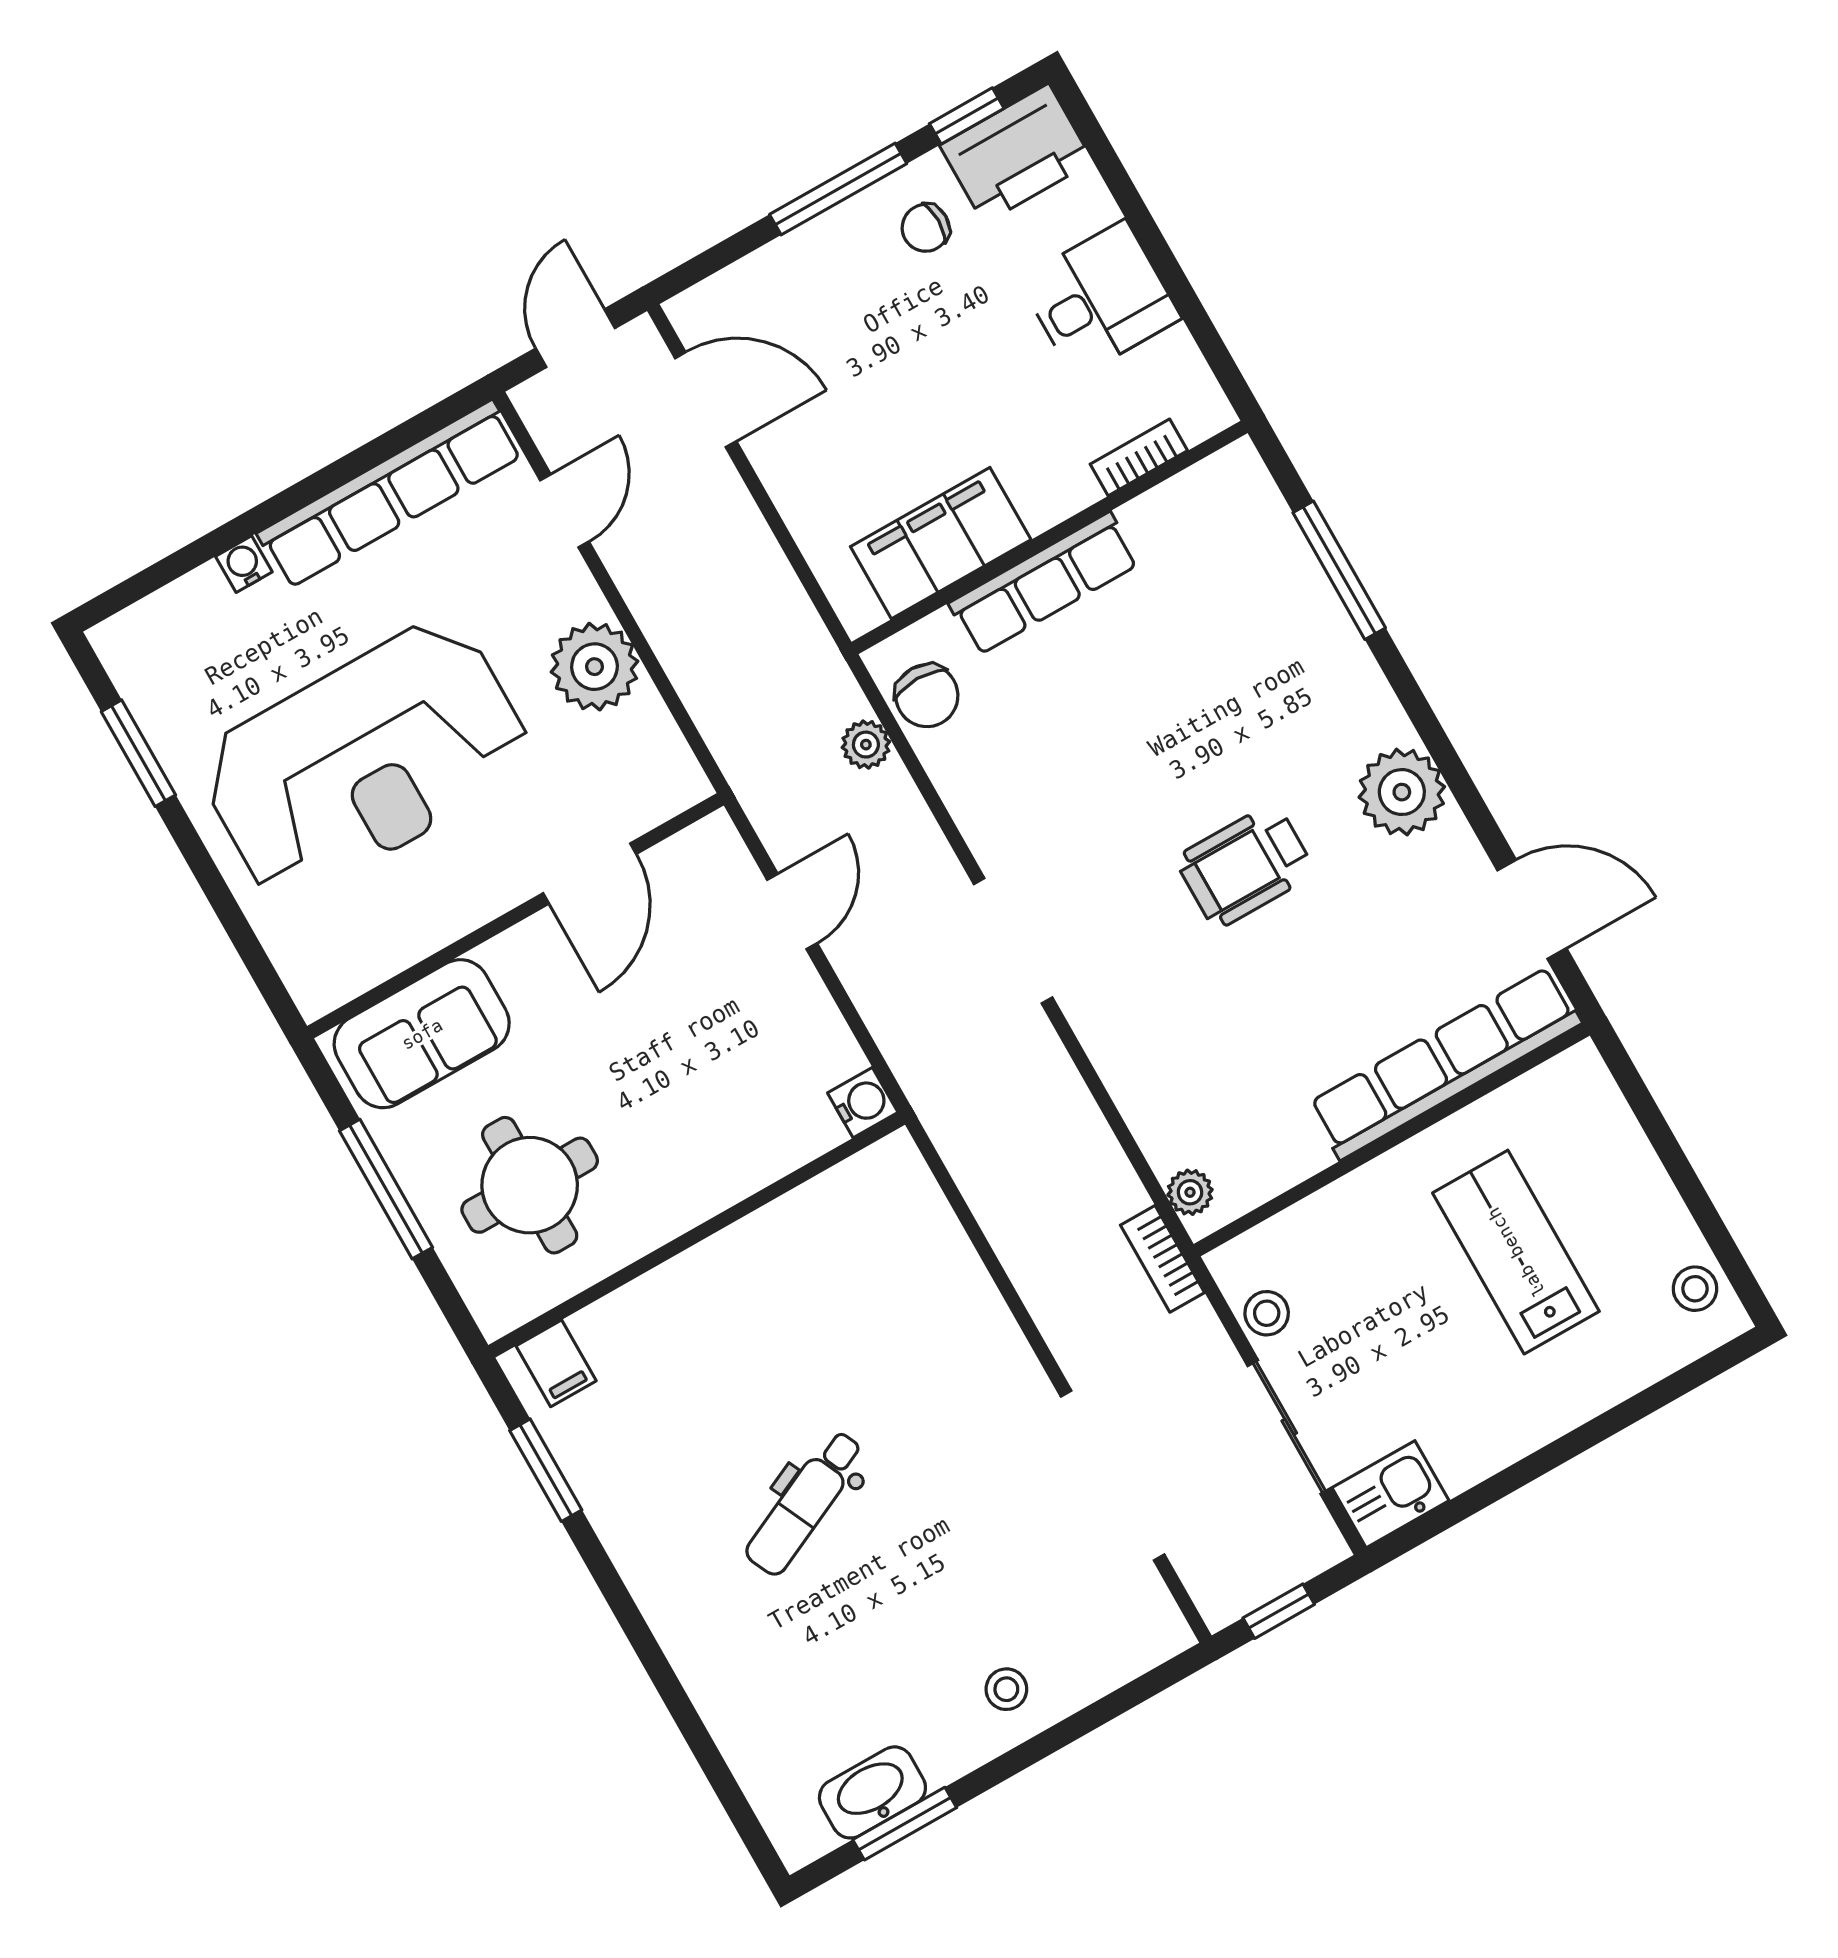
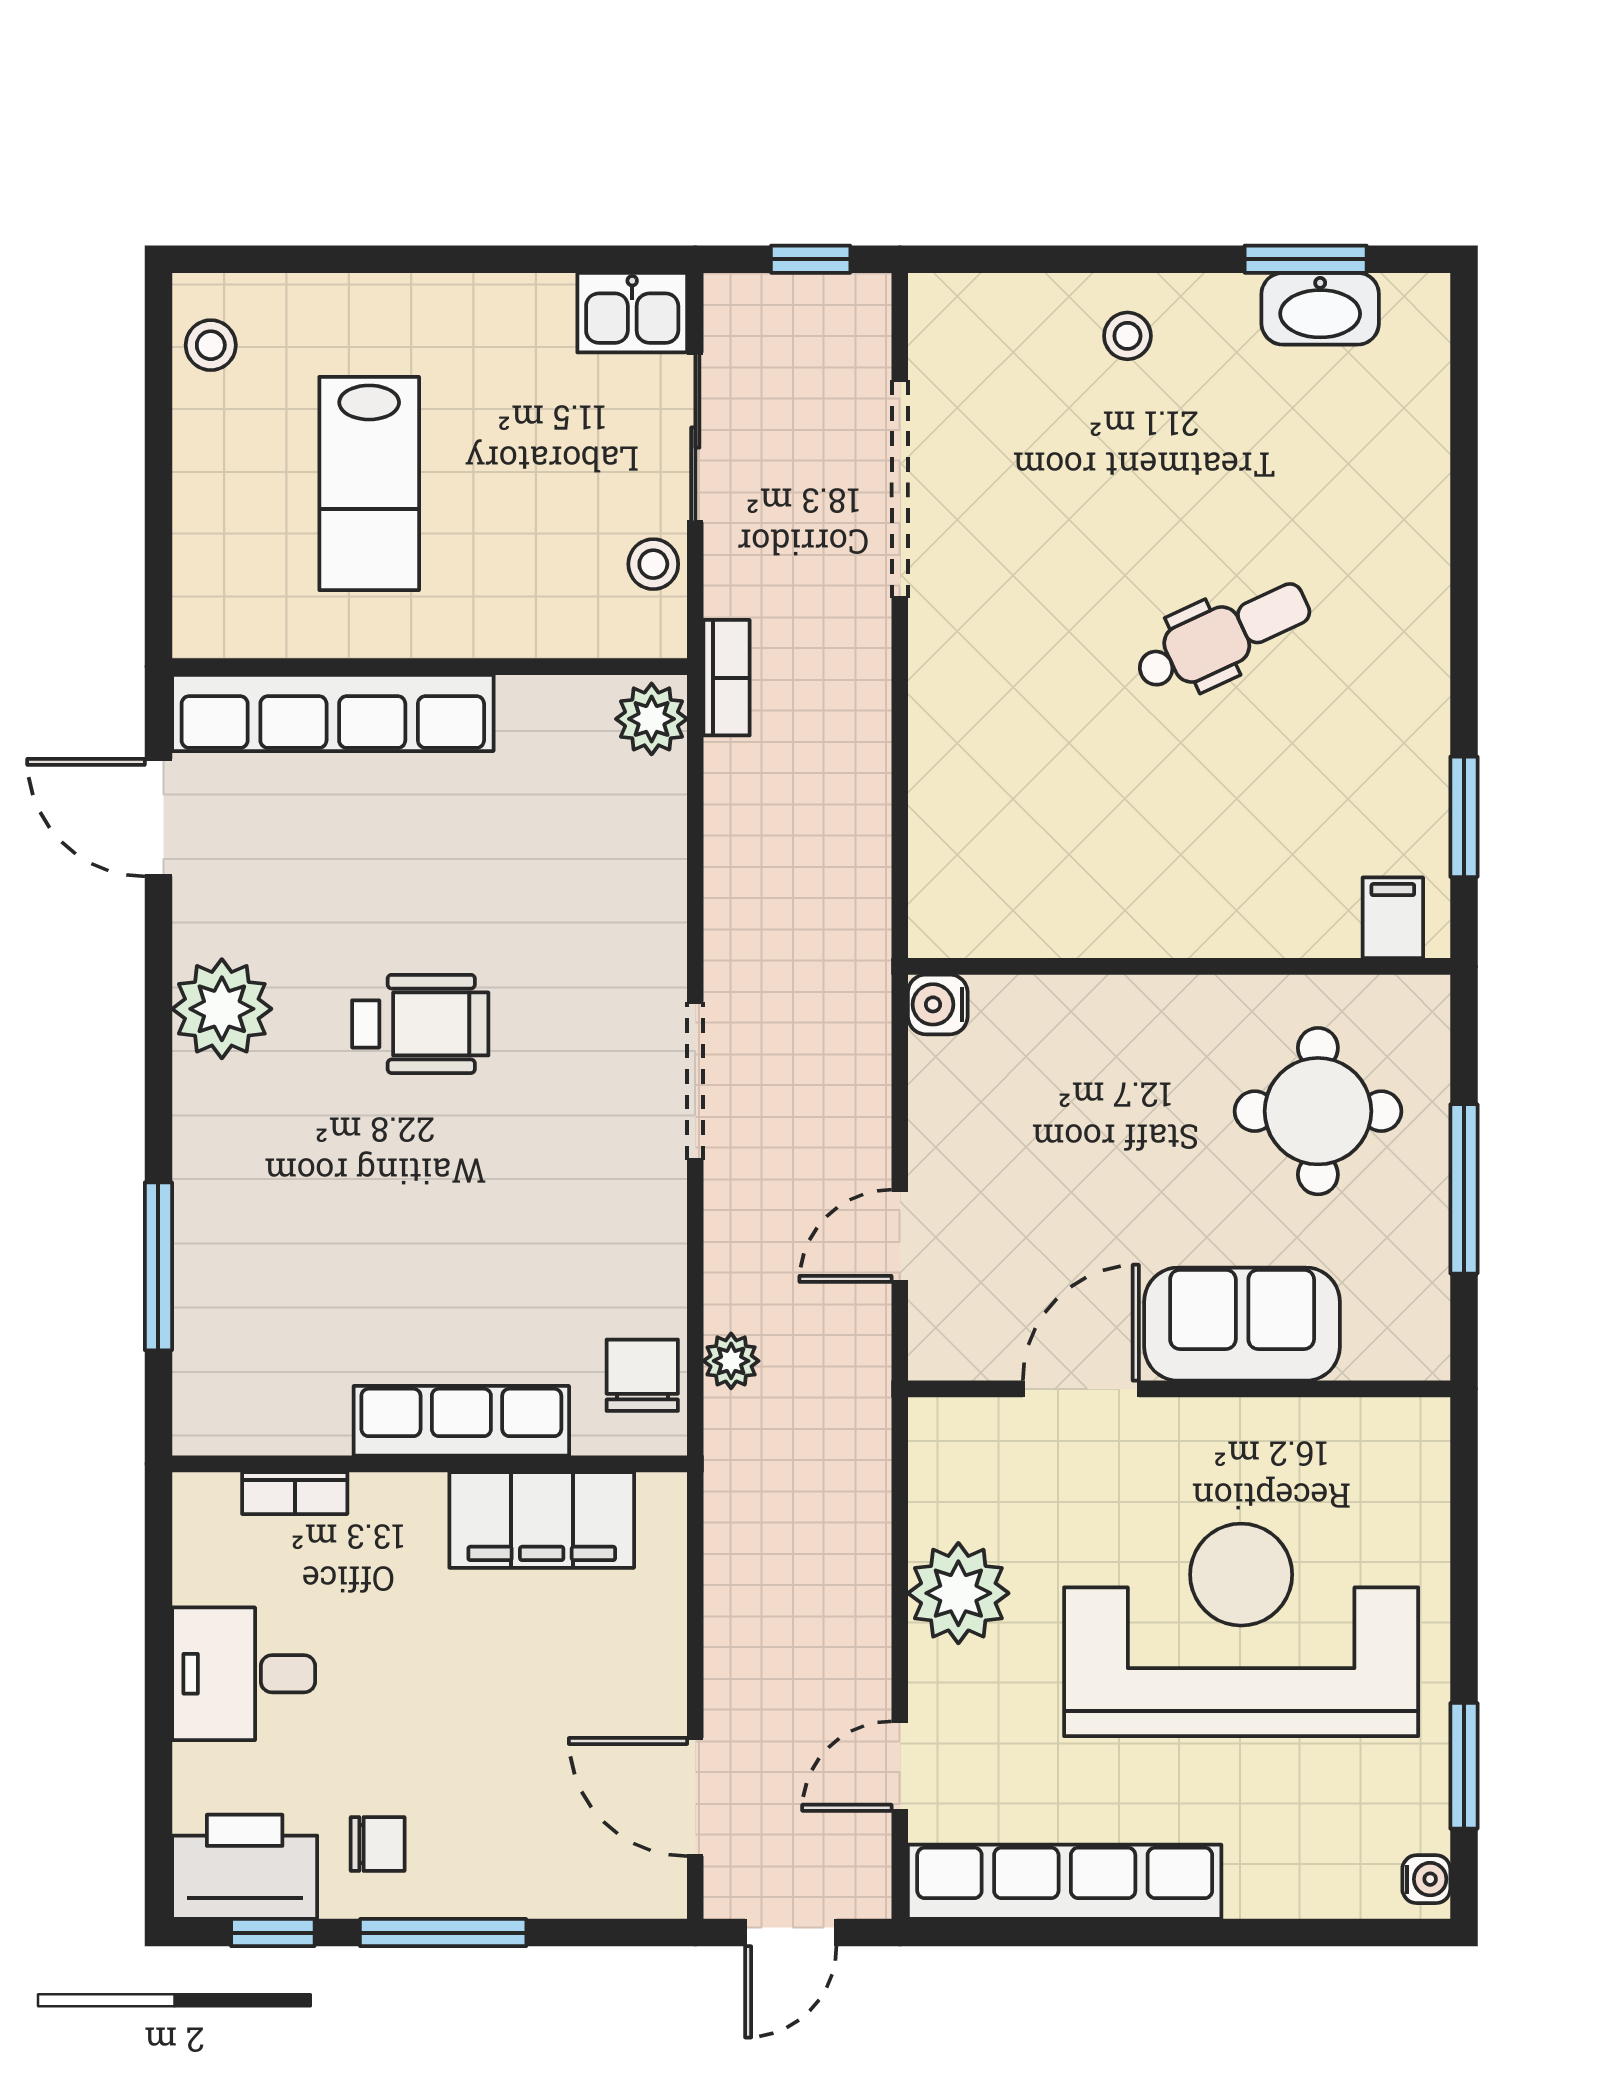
water cooler: (244, 564) -> (1426, 1879), moved, turned -90
sofa: (422, 1034) -> (1242, 1324), moved
plant: (1190, 1192) -> (652, 719), width x1.38, depth x1.38

